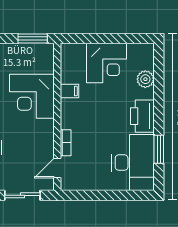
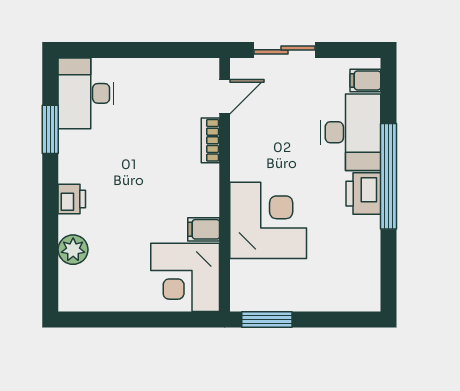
corner desk: (106, 63) -> (185, 277), moved, turned -90
printer: (142, 116) -> (72, 199), width x0.53, depth x0.68
desk: (133, 163) -> (86, 93), width x0.73, depth x0.77

